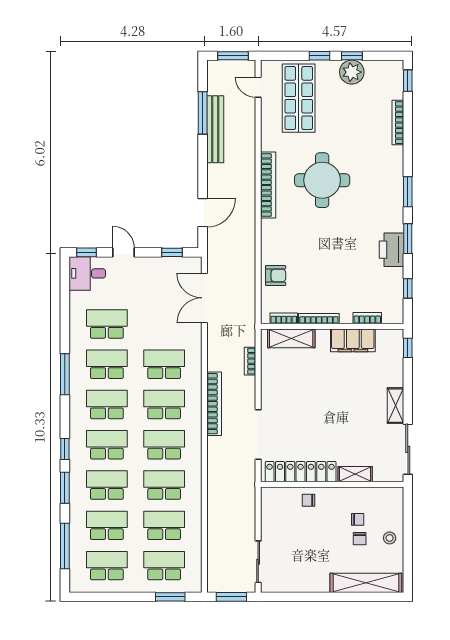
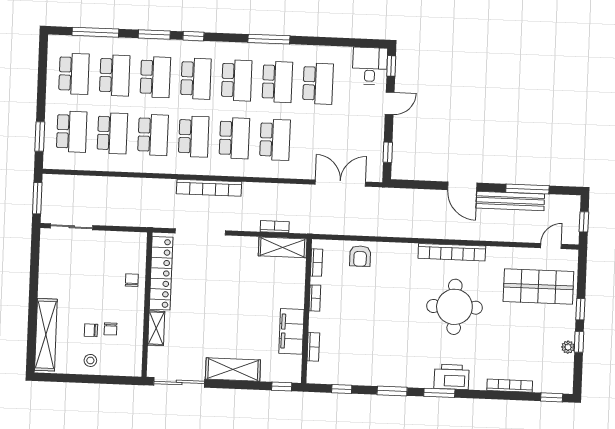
window: (233, 56) -> (584, 222), width x0.67
plant: (352, 72) -> (568, 347), width x0.53, depth x0.53
door: (203, 213) -> (462, 186), moved
printer: (391, 250) -> (452, 377), moved
bookcase: (319, 319) -> (315, 298), width x0.64
shelving: (291, 338) -> (283, 247), moved, turned 90
bookcase: (214, 404) -> (209, 188), moved
shelving: (396, 406) -> (233, 369), width x1.50, depth x1.33

